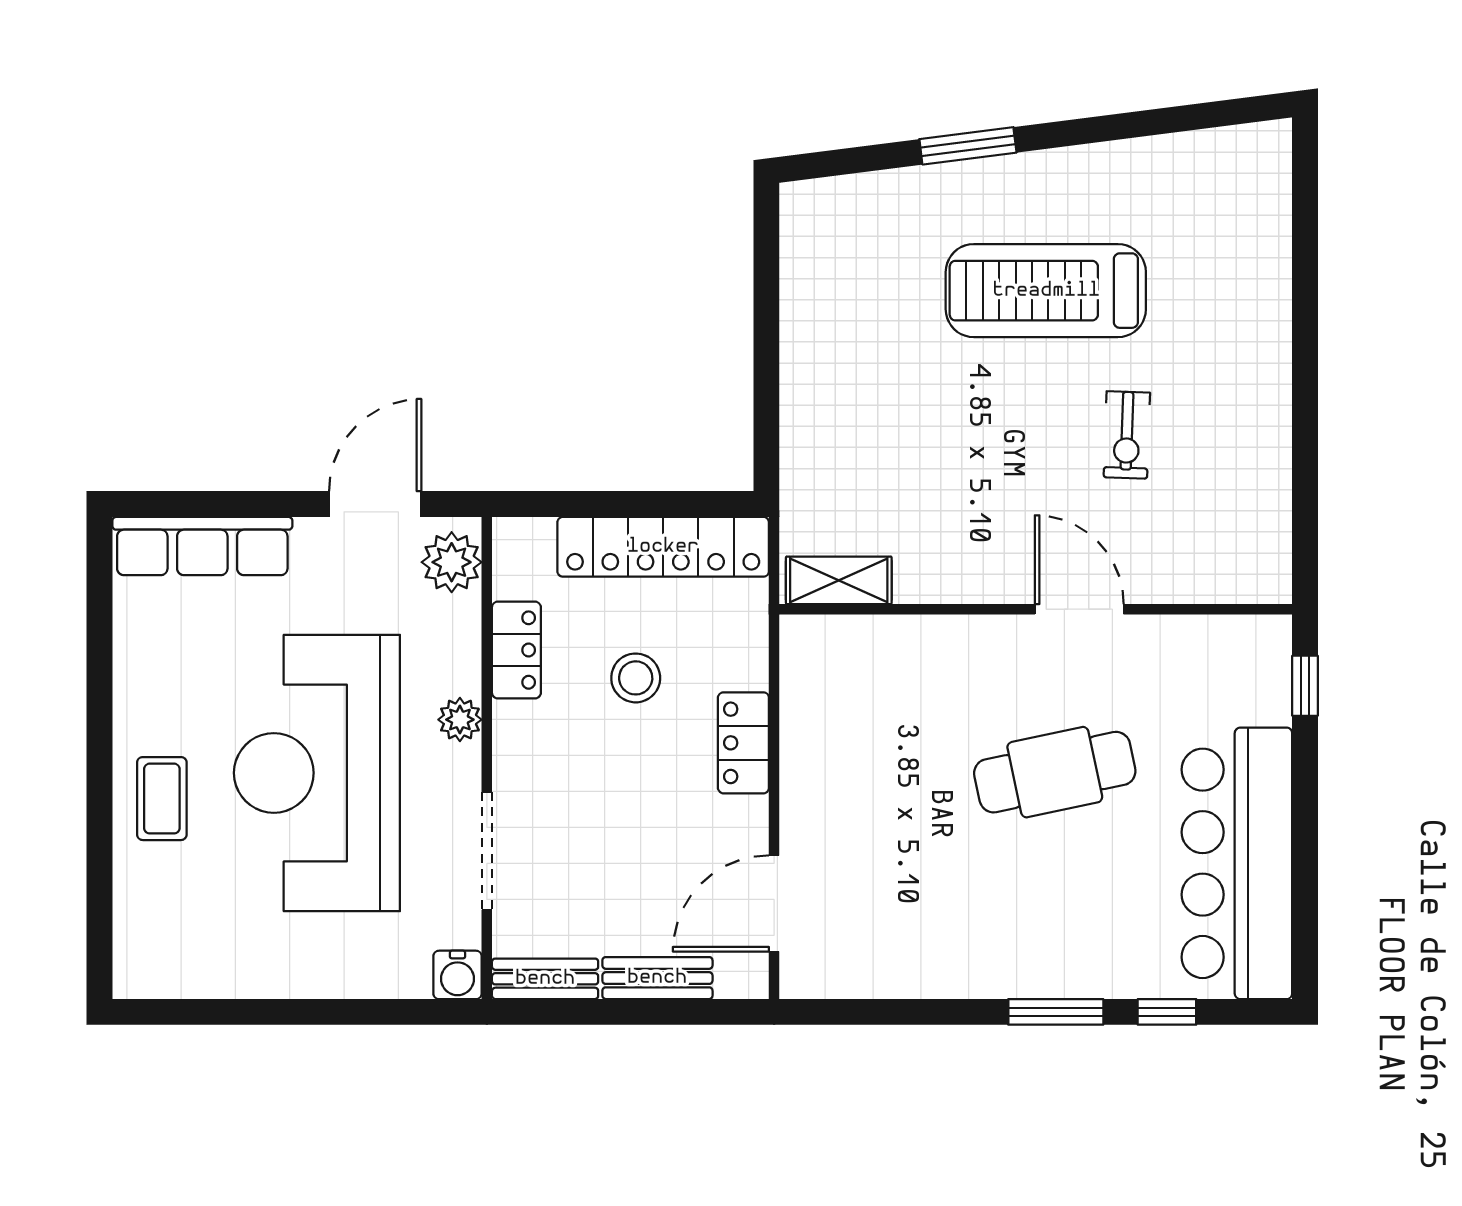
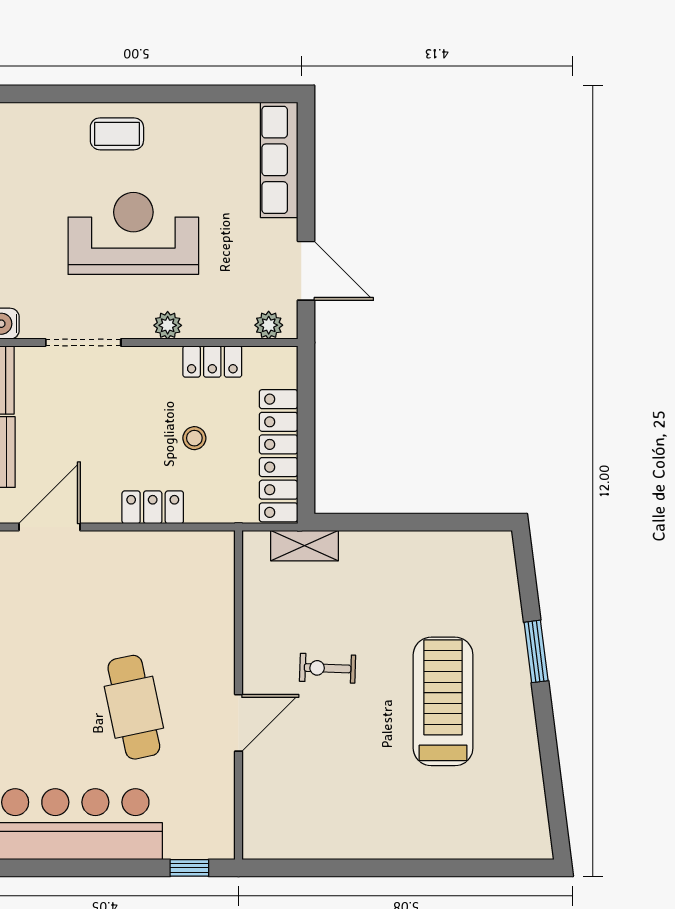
exercise bike: (1127, 435) -> (328, 668), moved
plant: (452, 562) -> (269, 325), width x0.73, depth x0.73
shelving: (839, 580) -> (305, 546), moved, turned 90
stool: (636, 678) -> (194, 438), width x0.73, depth x0.73
reception desk: (317, 773) -> (133, 233), width x0.74, depth x0.77
door: (774, 904) -> (50, 527), hinge flipped

